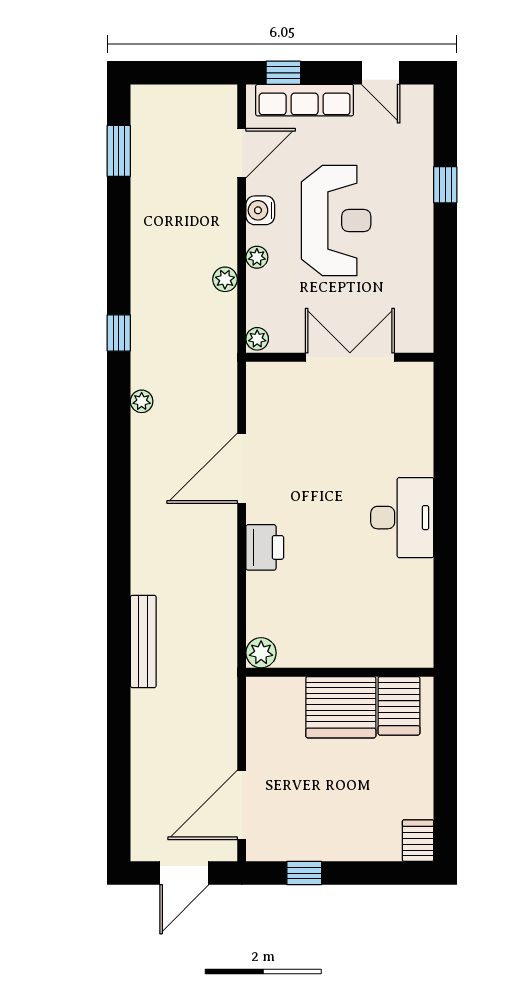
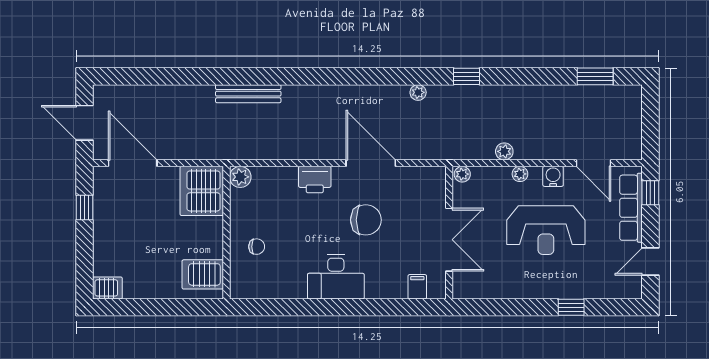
filing cabinet: (416, 402) -> (417, 287), added
chair: (322, 475) -> (366, 220), added
chair: (360, 630) -> (257, 247), added
server rack: (341, 707) -> (202, 191), moved

